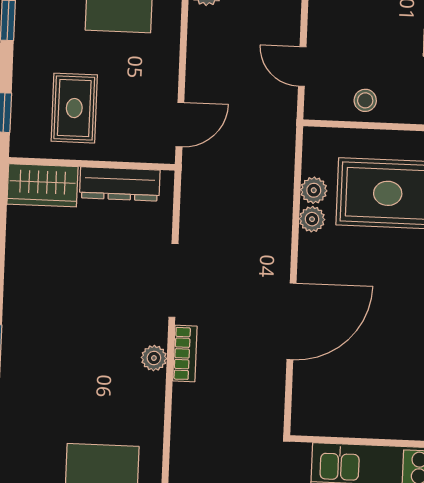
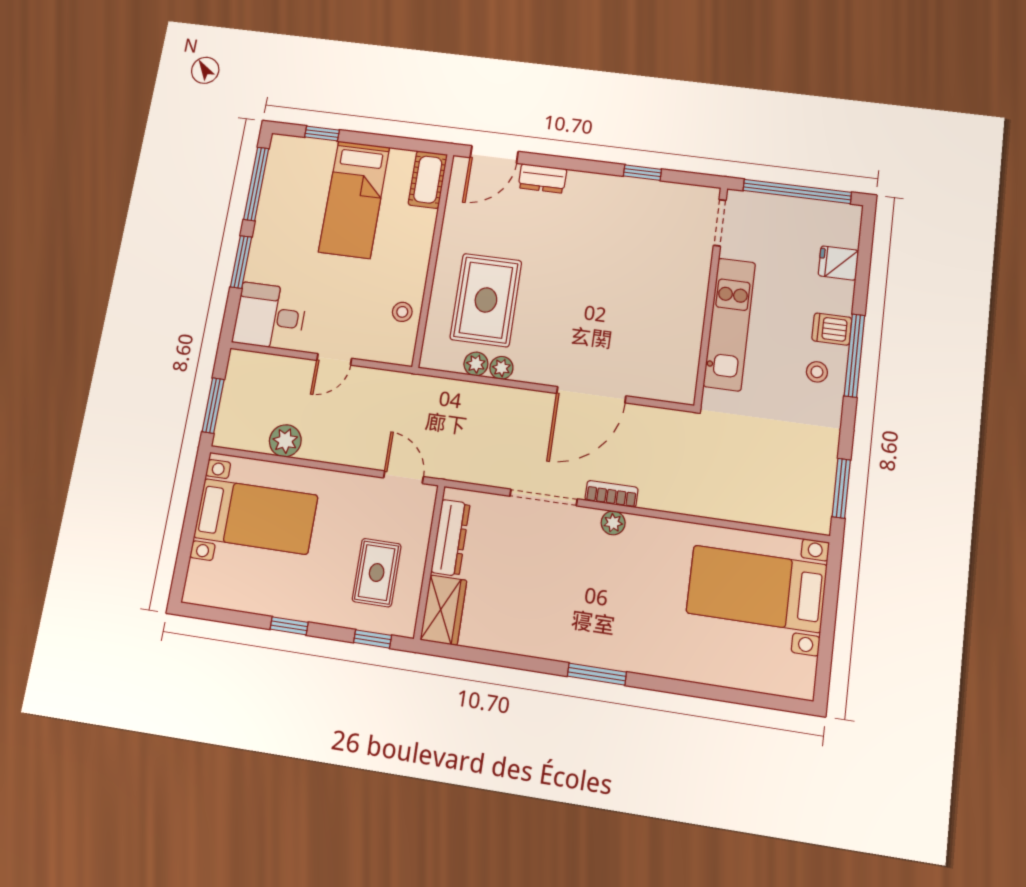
door: (302, 67) -> (334, 359), moved
rug: (74, 108) -> (377, 573), turned 90
door: (291, 321) -> (591, 395), swing flipped

